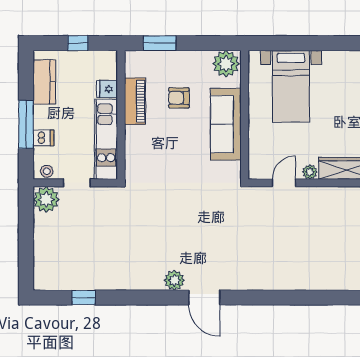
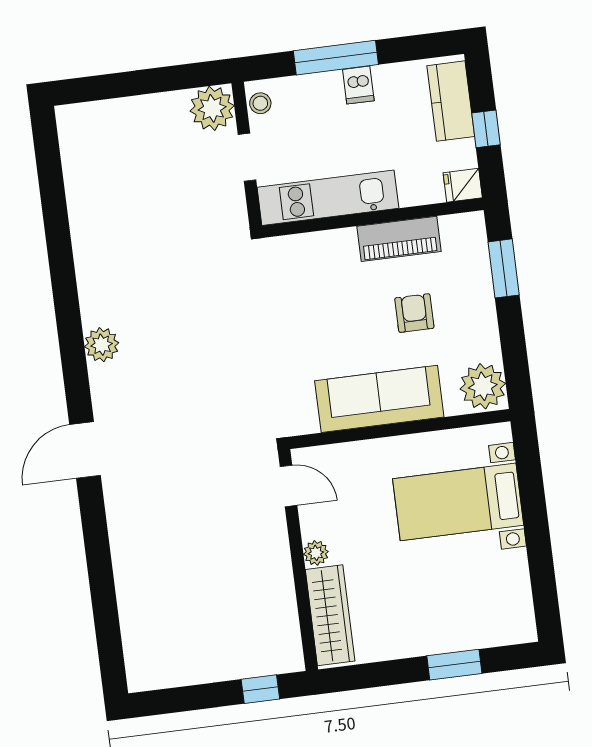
kitchen counter: (44, 82) -> (451, 101), moved, turned 90
fridge: (107, 89) -> (463, 185), moved, turned -90
dishwasher: (43, 138) -> (358, 85), moved
door: (284, 183) -> (289, 486), moved
window: (84, 298) -> (53, 193), removed
door: (204, 298) -> (85, 450), moved

